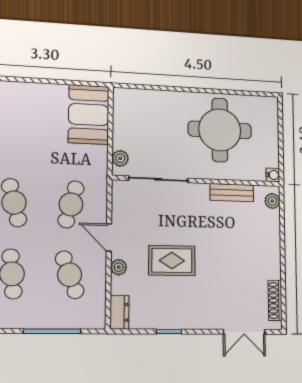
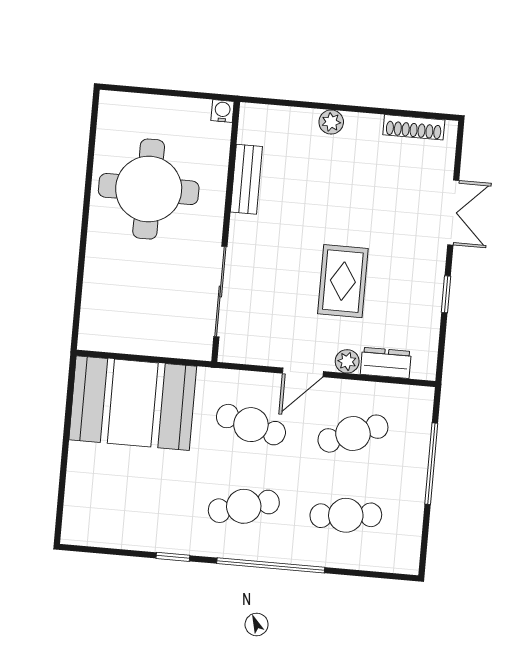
booth: (89, 115) -> (133, 403), width x1.36, depth x1.42
plant: (120, 158) -> (186, 347), removed
plant: (272, 201) -> (331, 122), moved
dresser: (119, 312) -> (386, 363), moved
double door: (244, 332) -> (453, 213), moved

